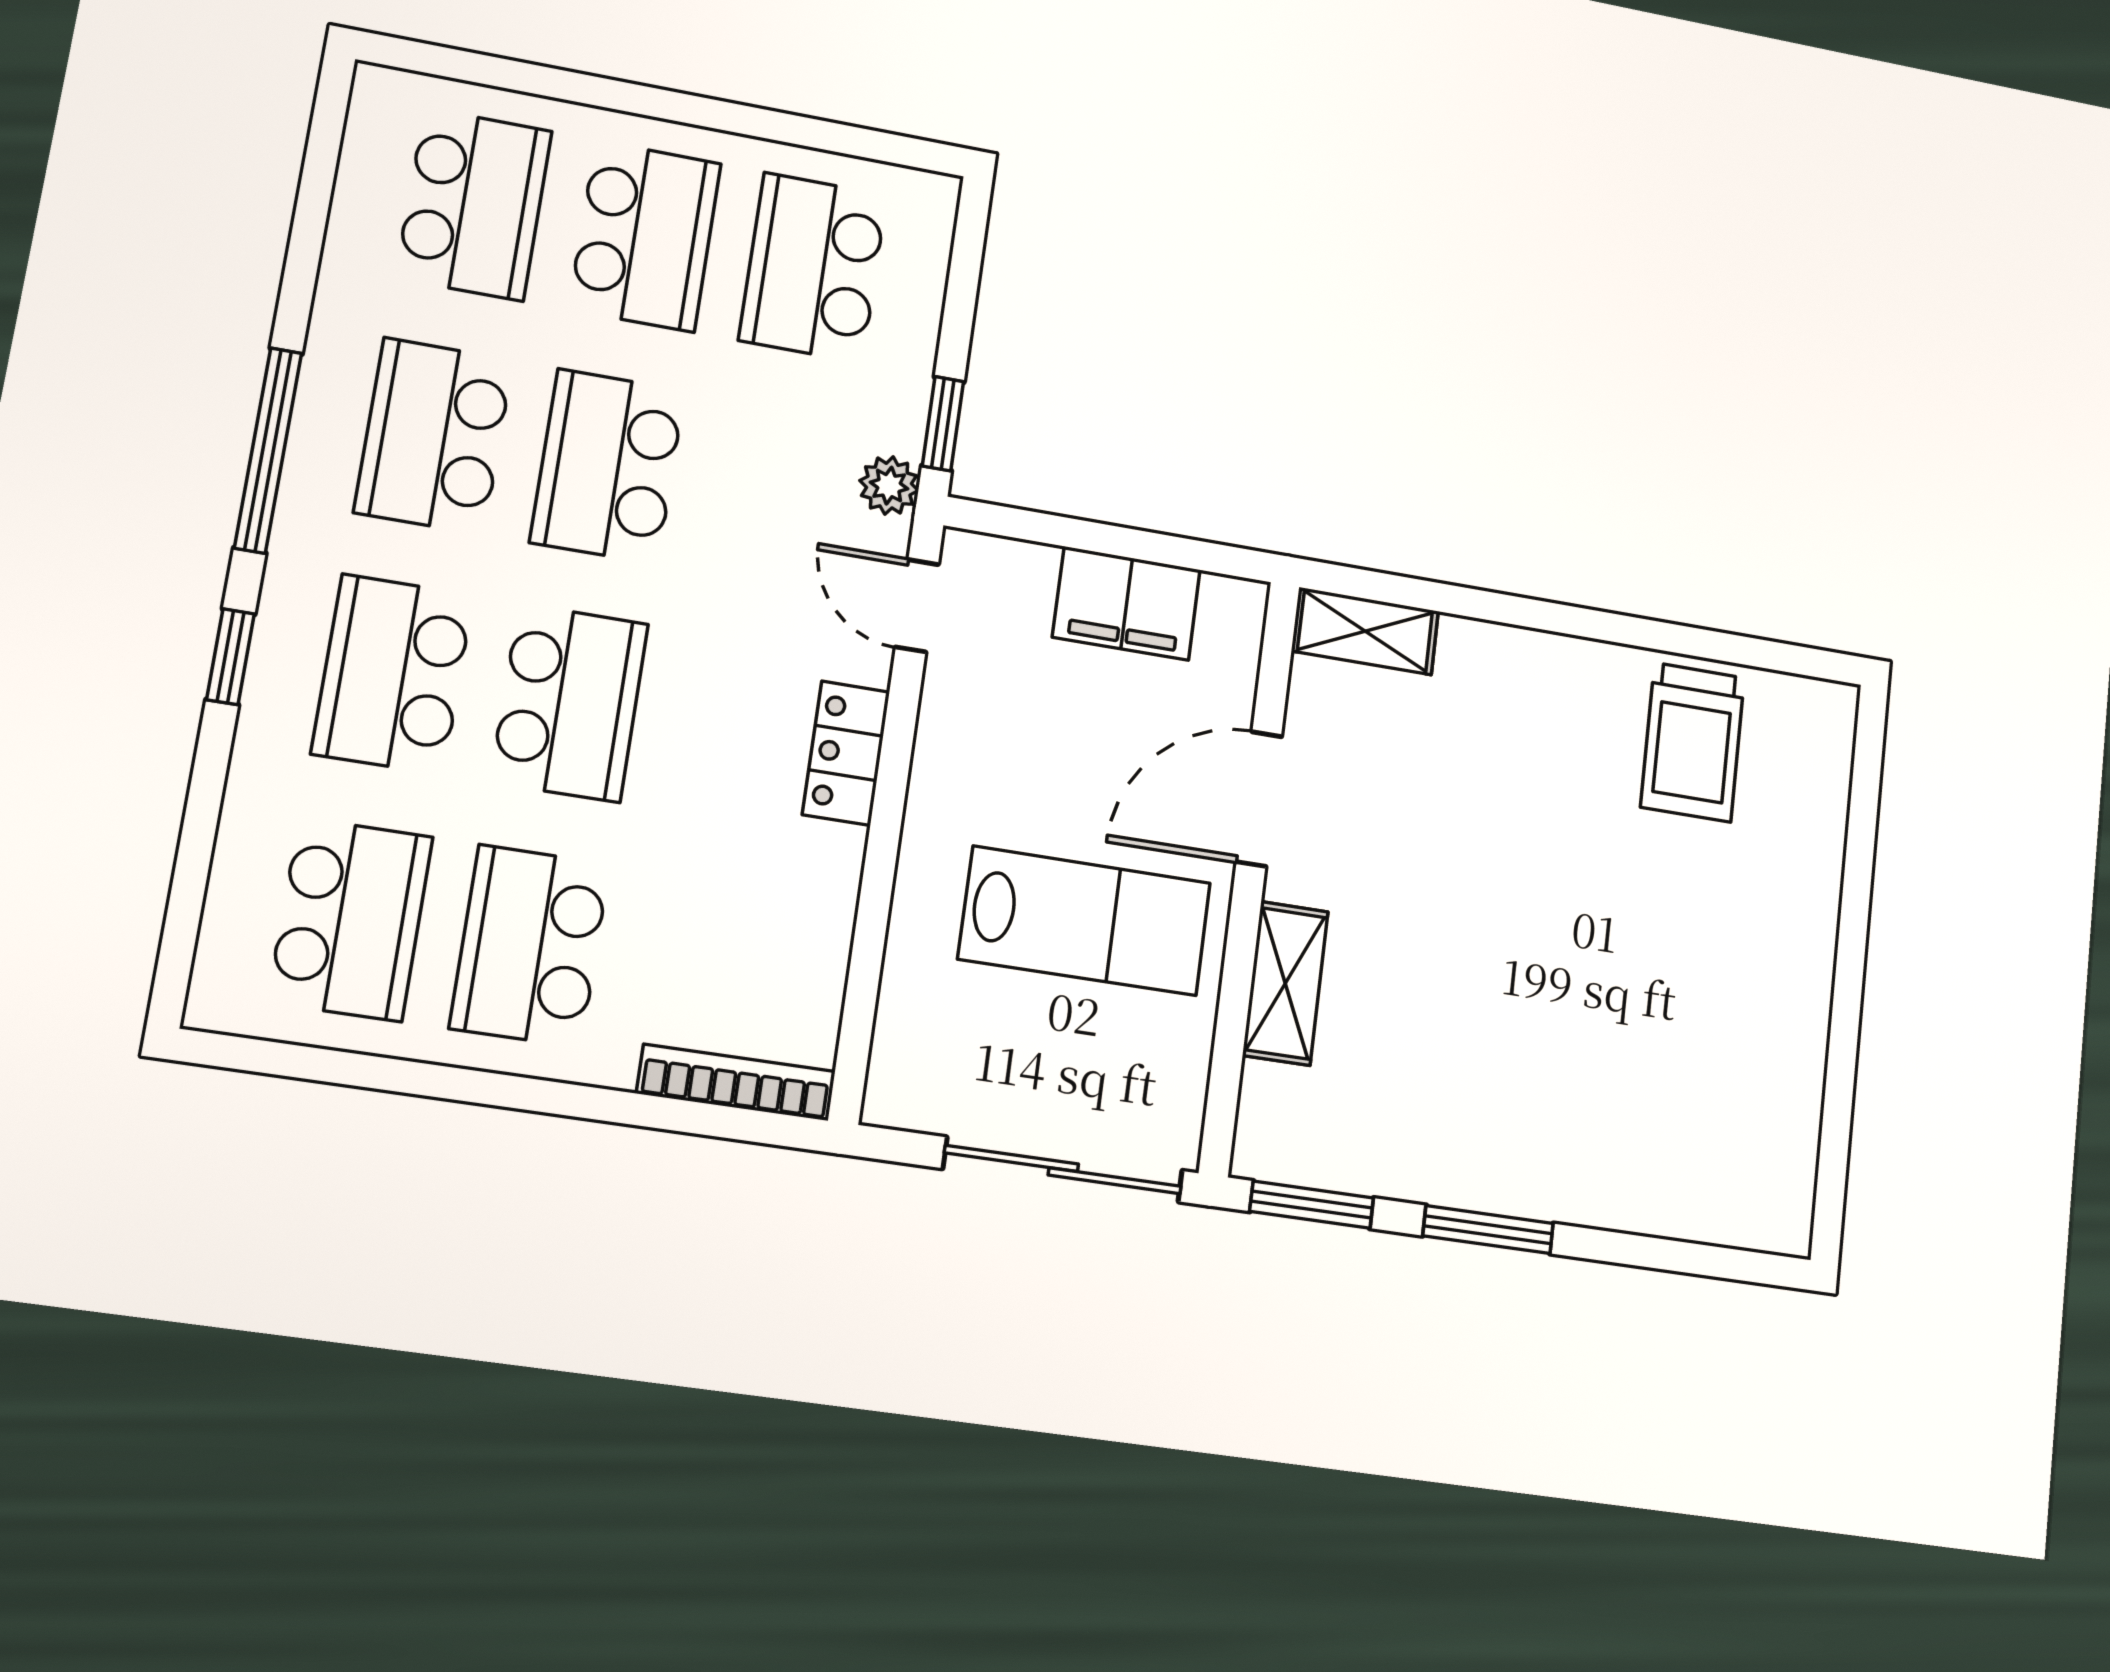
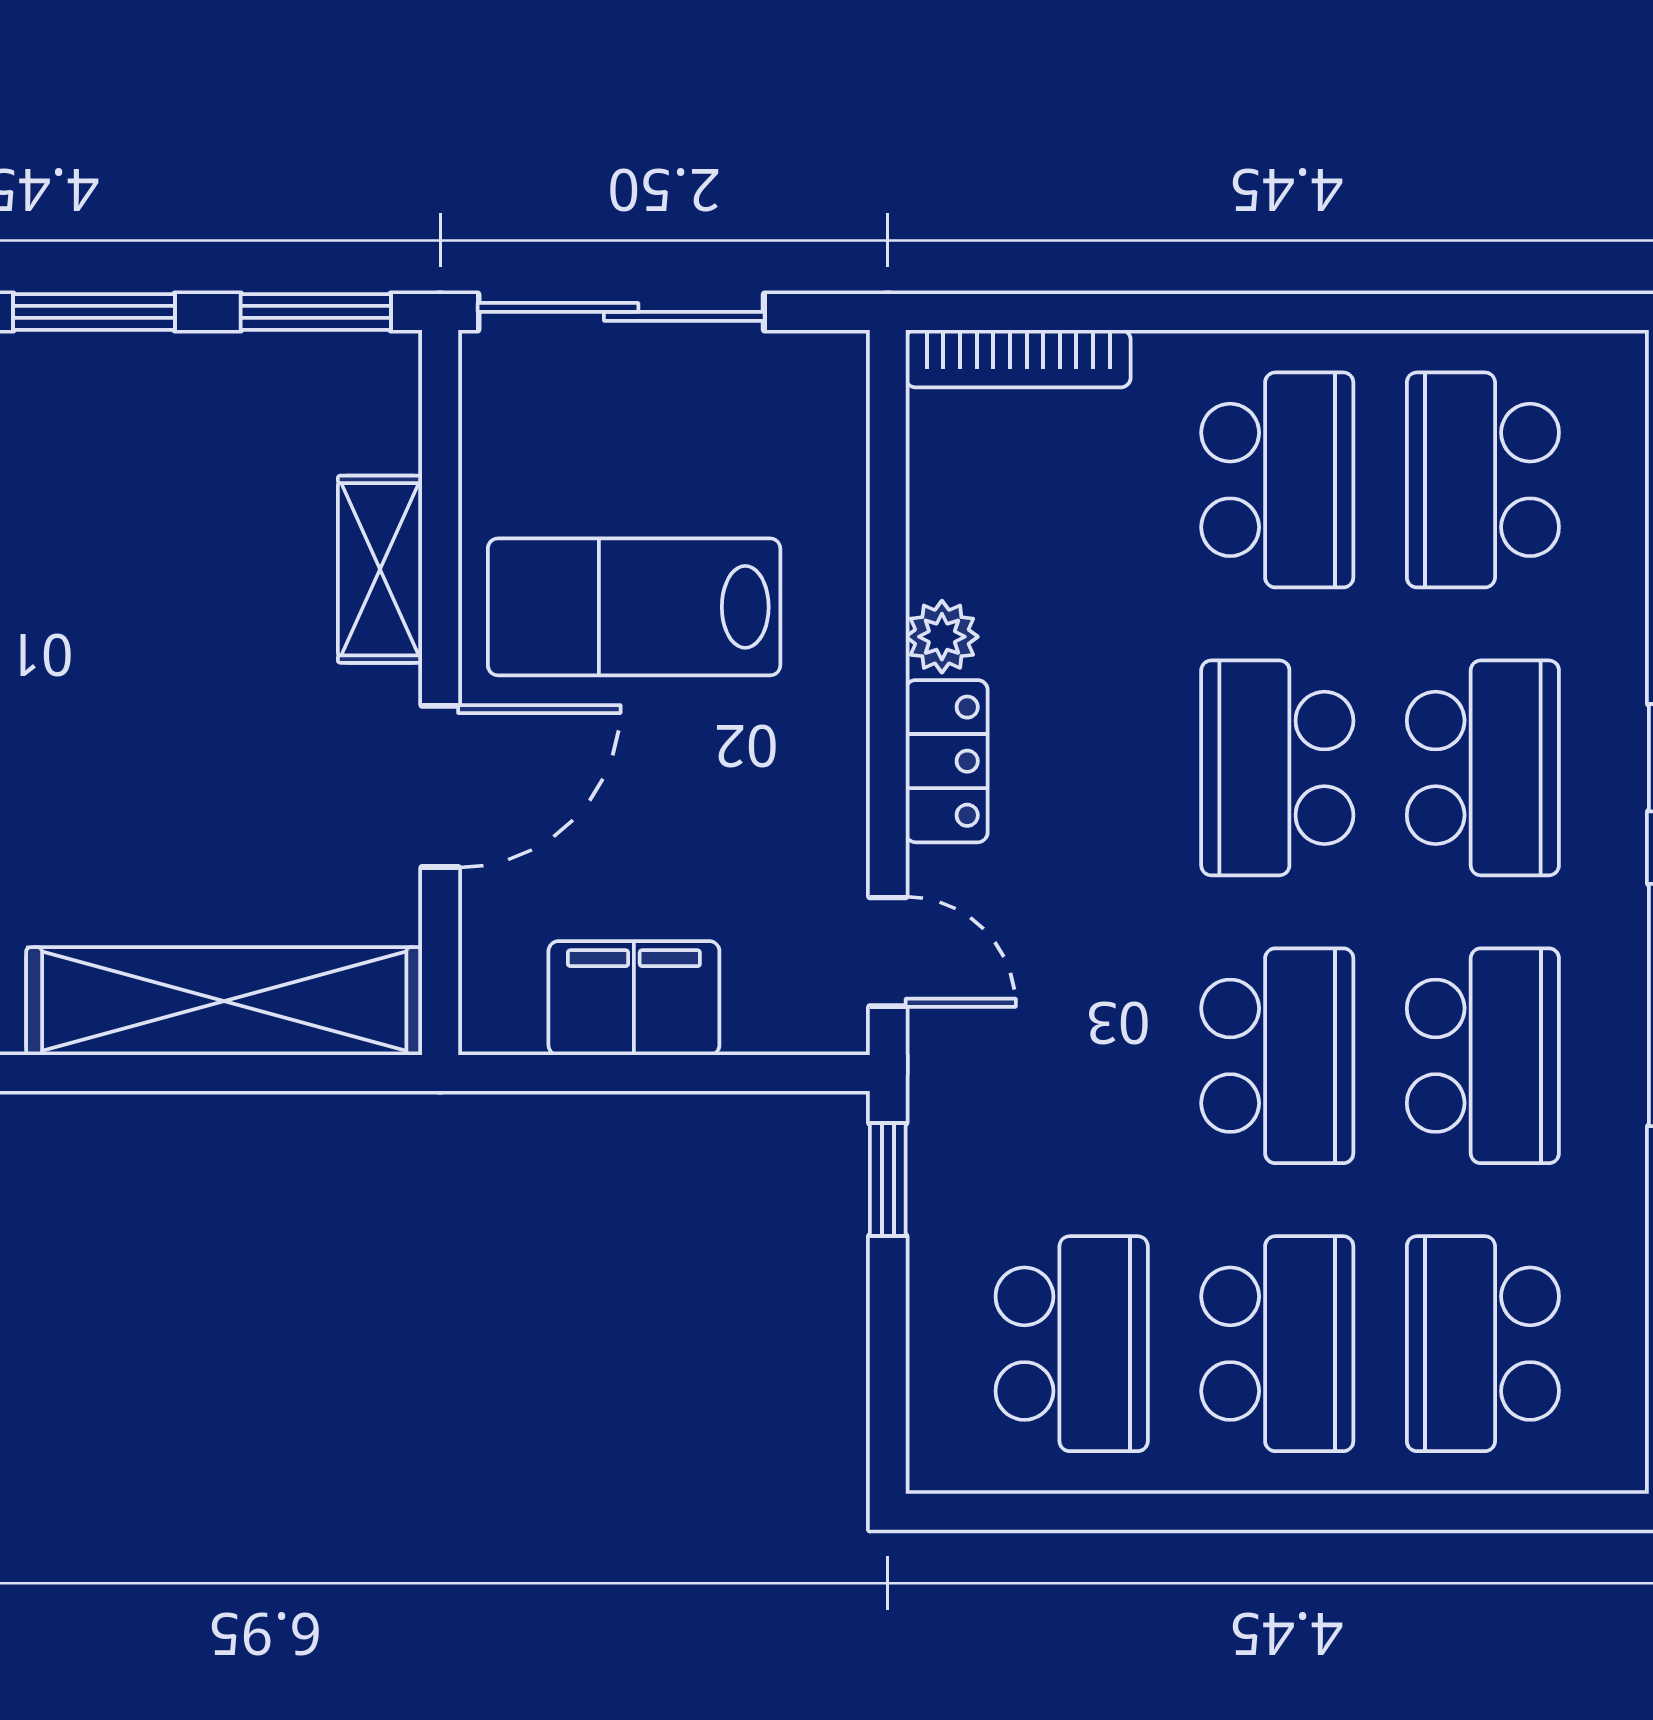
school desk: (645, 236) -> (1277, 1344), turned 180
plant: (889, 486) -> (942, 637), moved
shelving: (1365, 631) -> (224, 1001), width x2.20, depth x1.33

